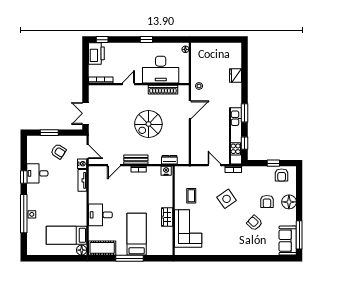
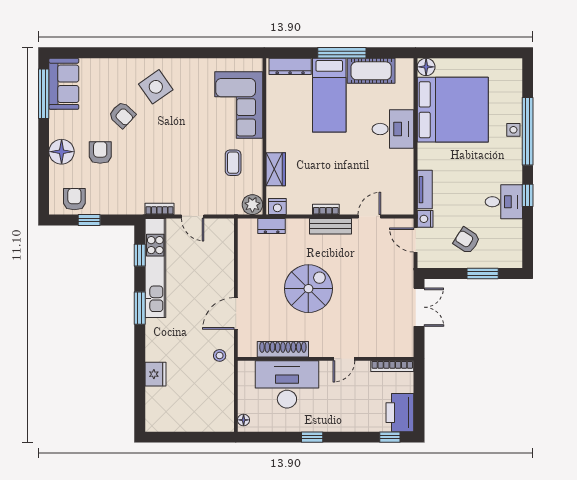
plant: (180, 172) -> (252, 205), added
side table: (227, 199) -> (156, 87), moved
wardrobe: (167, 217) -> (276, 169), moved
bed: (66, 235) -> (453, 110), width x2.04
cot: (102, 248) -> (371, 71), moved
dresser: (159, 250) -> (290, 66), added

